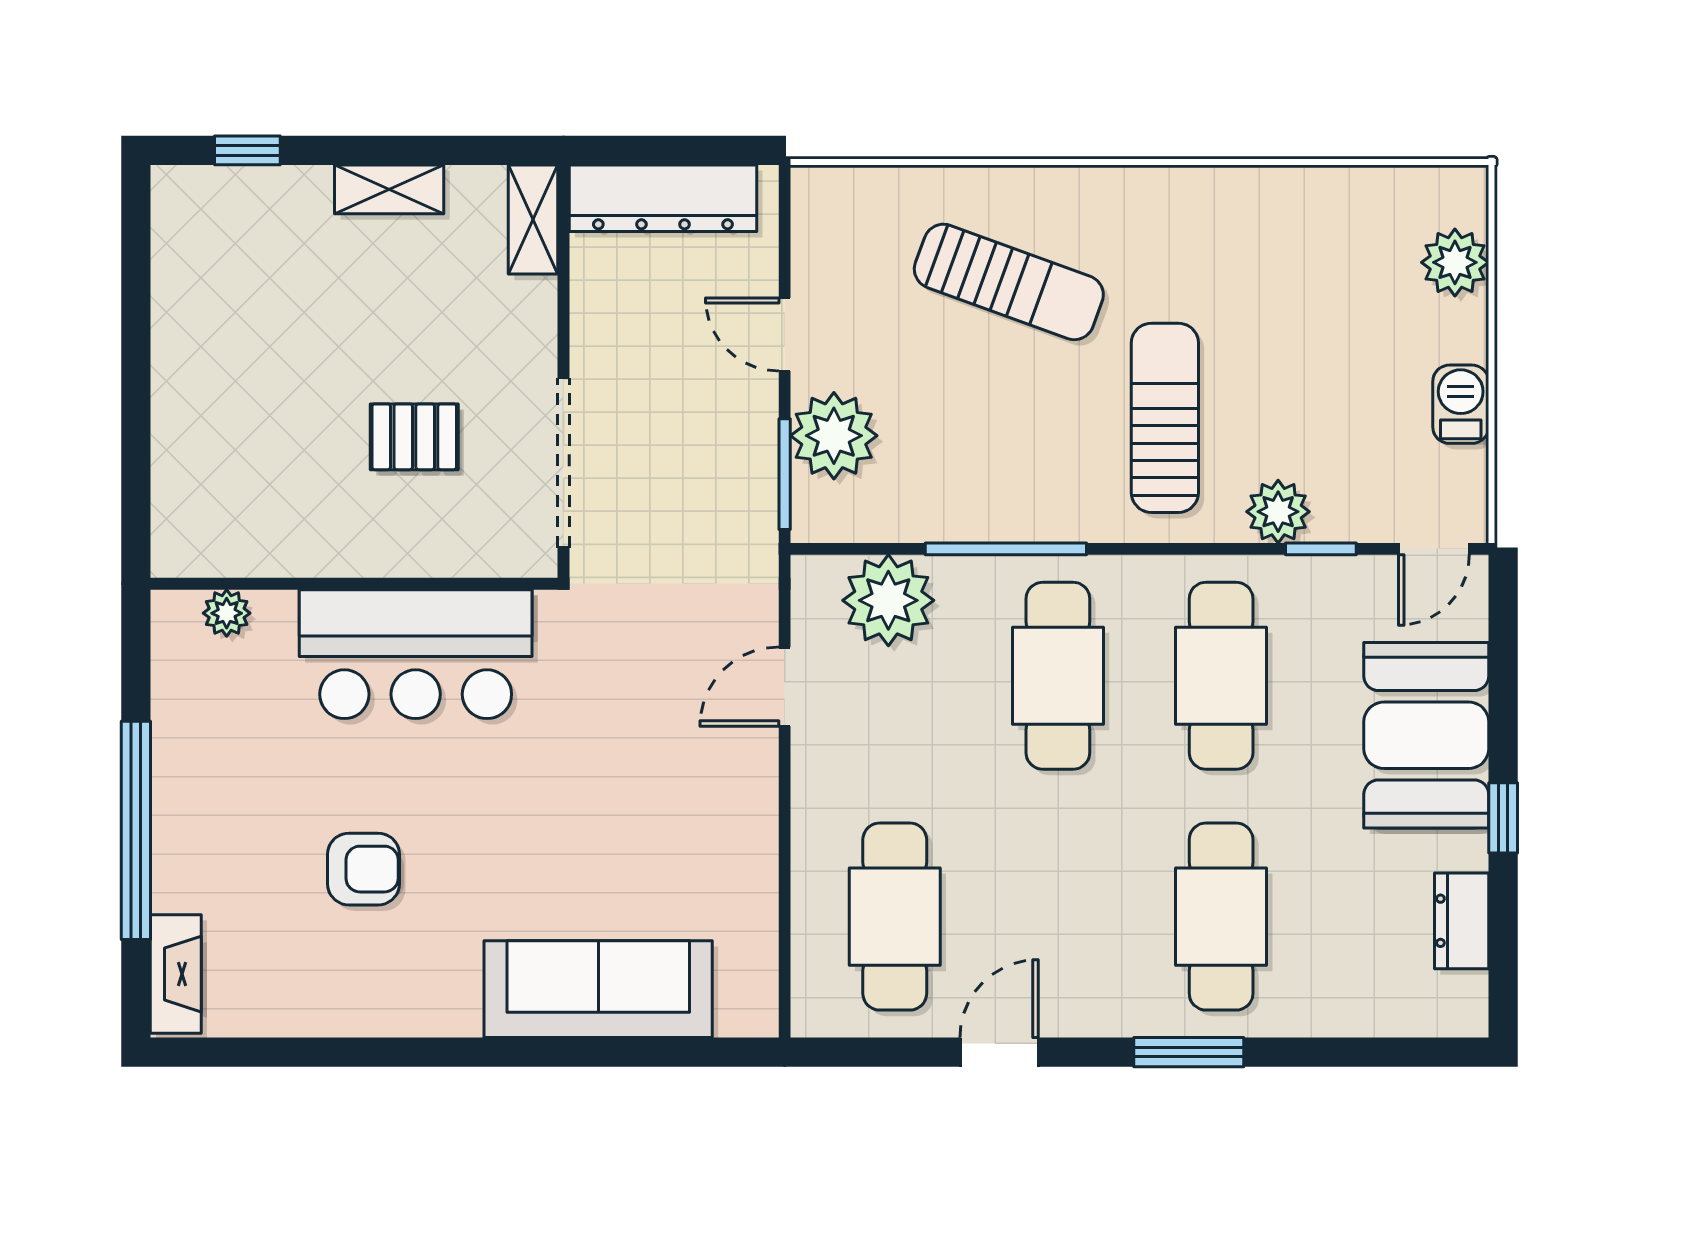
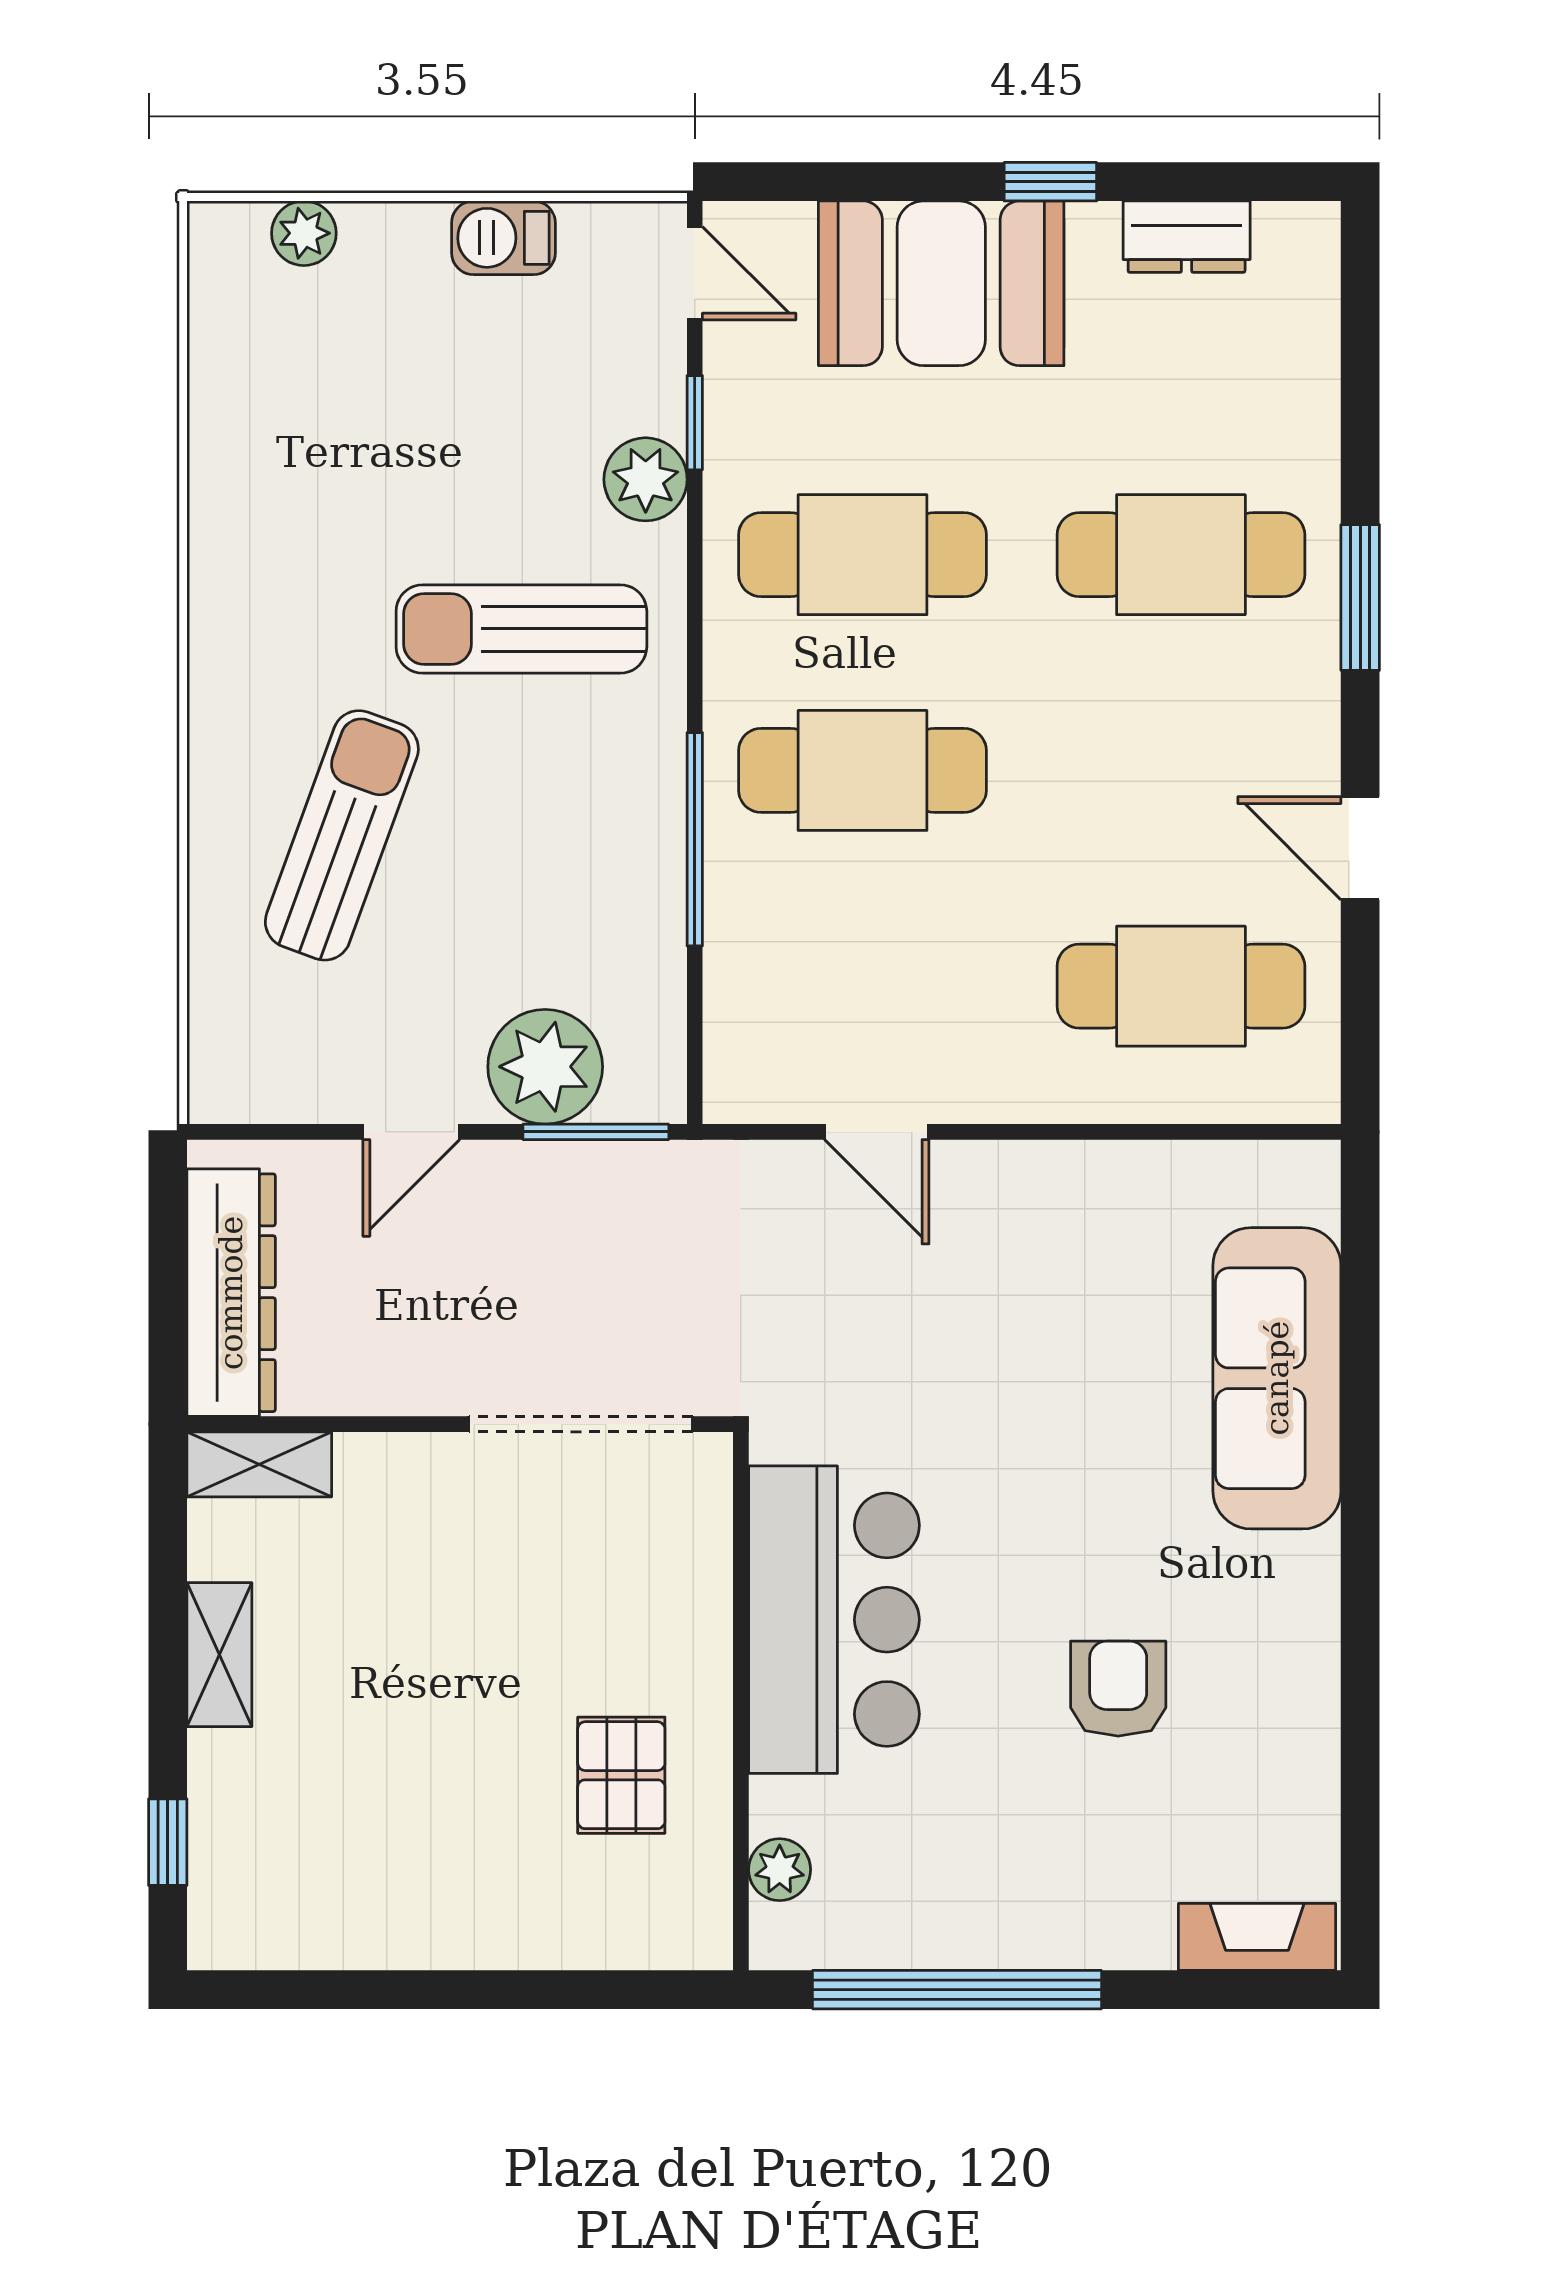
plant: (1455, 262) -> (304, 233), width x0.73, depth x0.73
pallet: (414, 437) -> (621, 1775), moved
plant: (888, 600) -> (763, 995), removed
window: (136, 830) -> (957, 1990), moved

